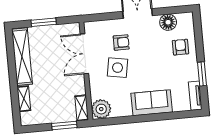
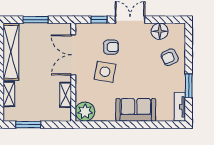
window: (107, 16) -> (99, 20), added
armchair: (180, 47) -> (170, 57), turned -116
shelving: (82, 108) -> (66, 95), moved
window: (64, 126) -> (28, 125), moved

